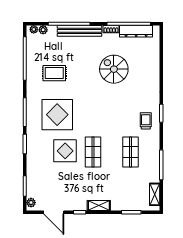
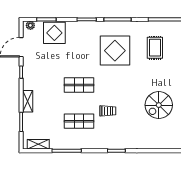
spiral stairs: (114, 69) -> (159, 105), turned 180
trolley: (146, 121) -> (108, 111), moved
display table: (65, 151) -> (54, 33), moved
shelving: (99, 205) -> (28, 101), moved

